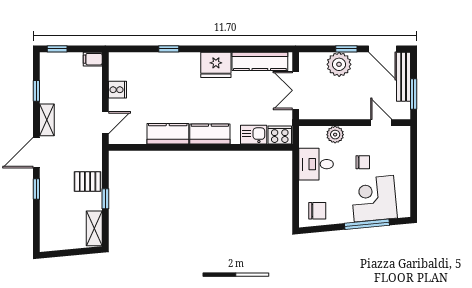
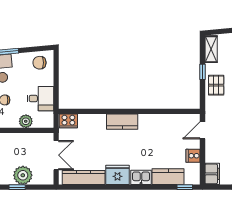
window: (169, 49) -> (185, 187), moved
filing cabinet: (93, 59) -> (212, 174), width x2.00
kitchen counter: (168, 134) -> (168, 177), moved, turned 180
kitchen sink: (254, 135) -> (141, 177), moved, turned 180
pallet: (88, 182) -> (216, 85), turned 90

